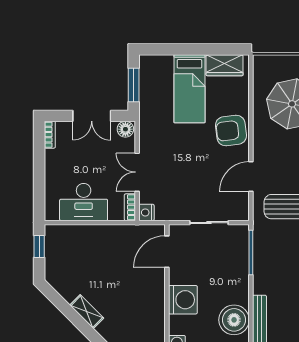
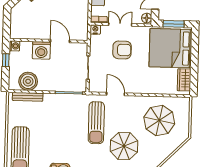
bed: (189, 89) -> (171, 48), width x2.04
armchair: (231, 131) -> (122, 50), moved, turned 97
door: (167, 252) -> (60, 41), moved

